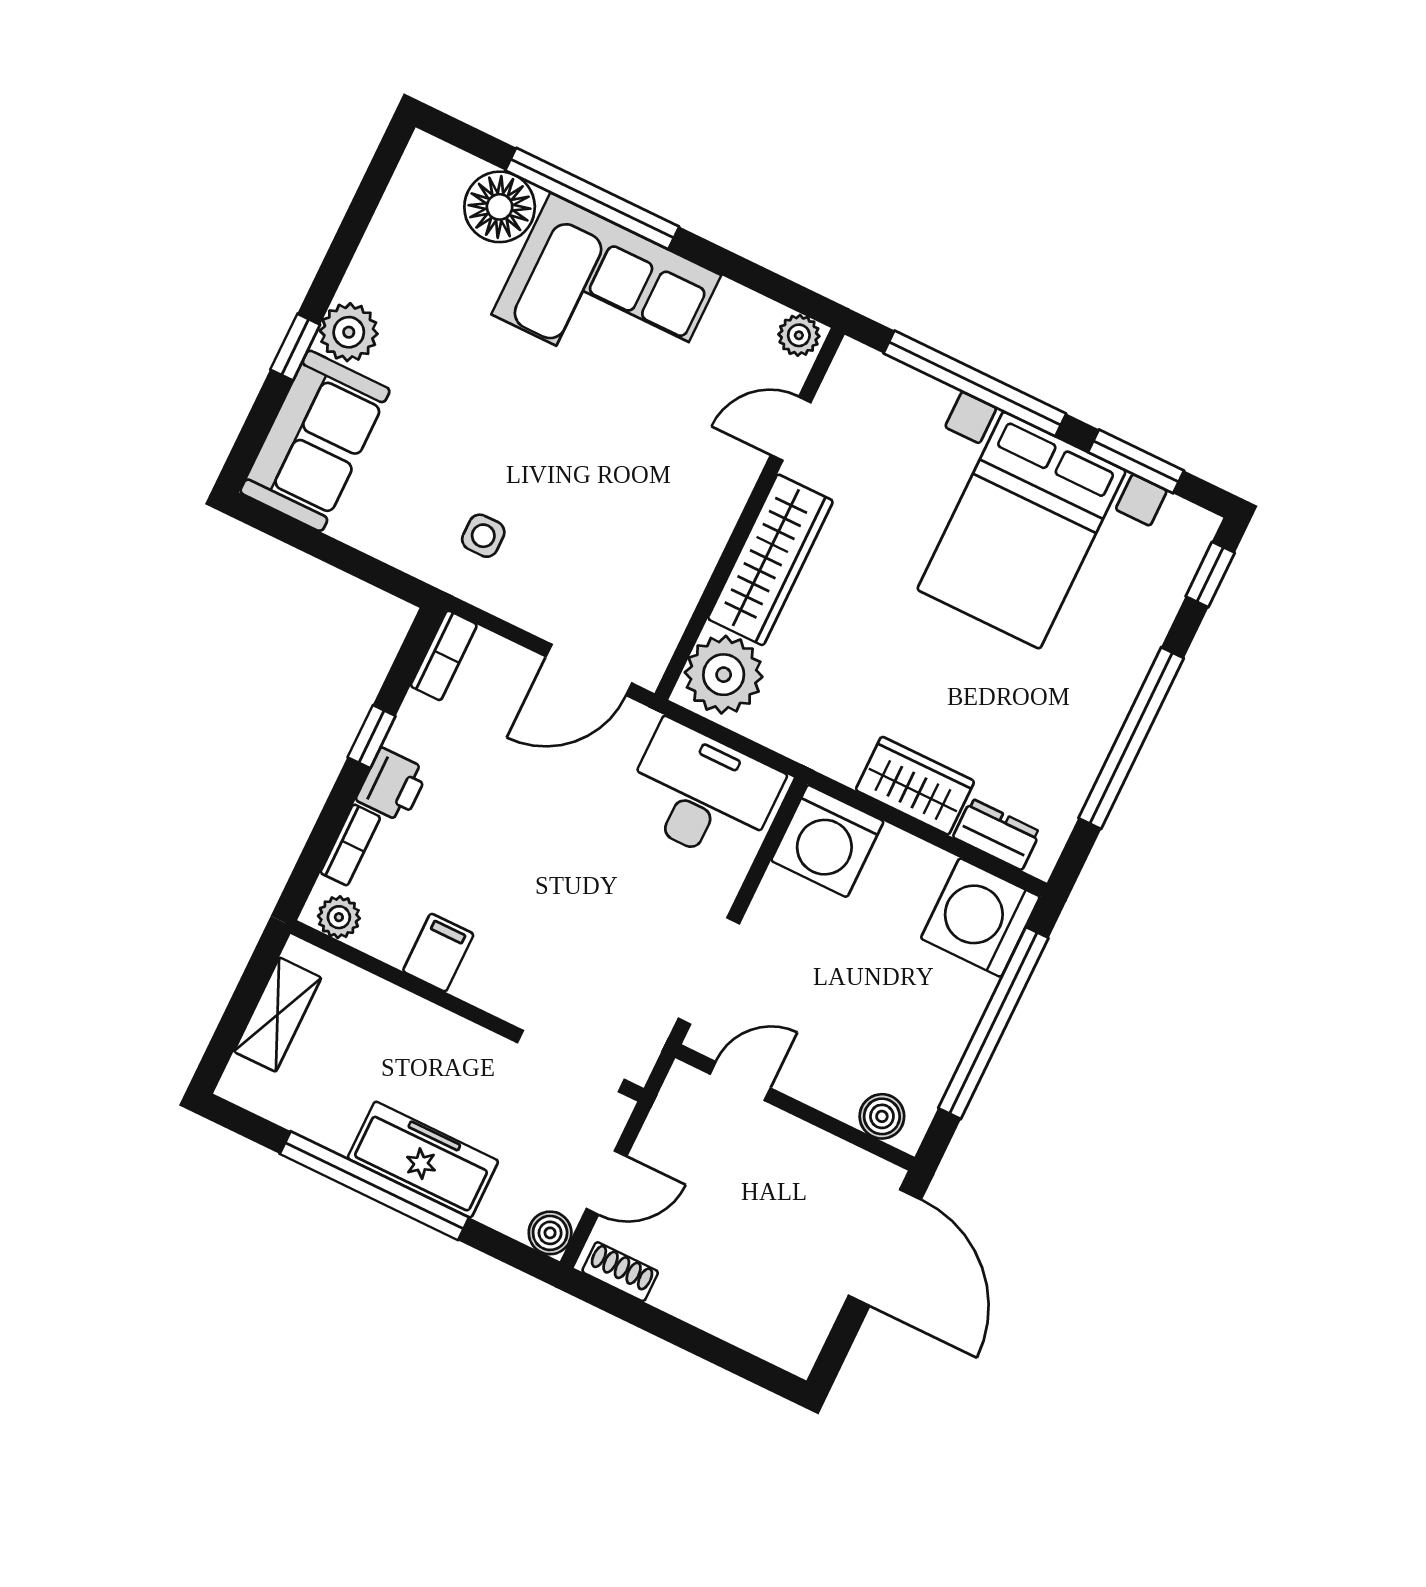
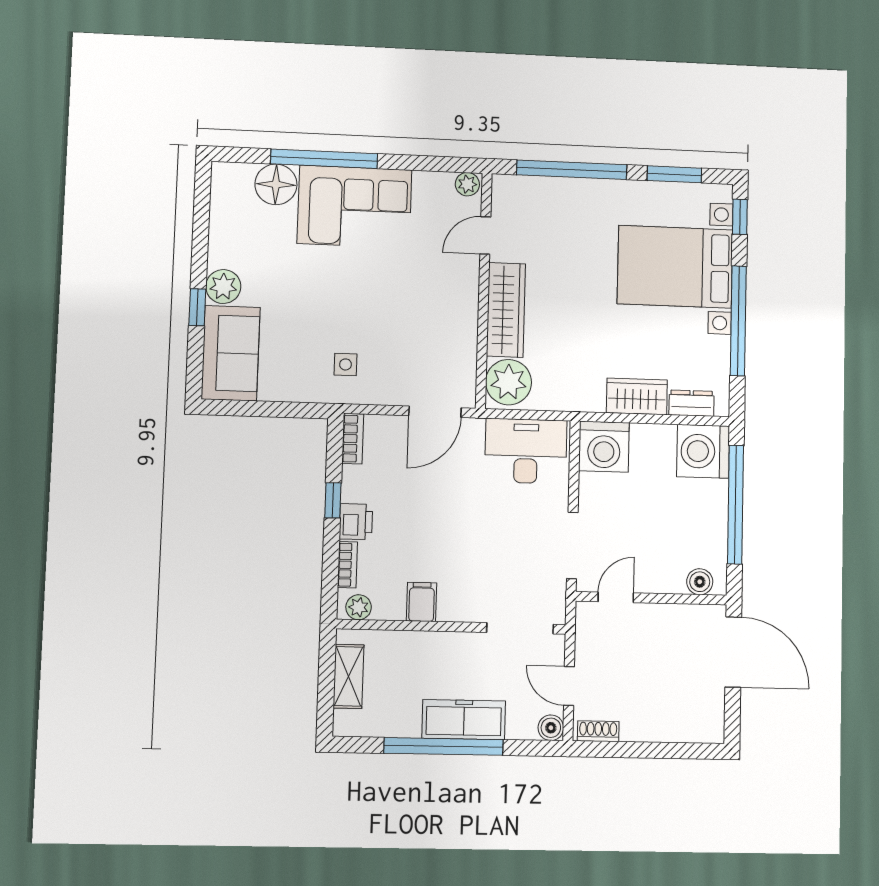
bed with nightstands: (1021, 530) -> (675, 267), moved, turned 90
door: (606, 1183) -> (569, 686), swing flipped

